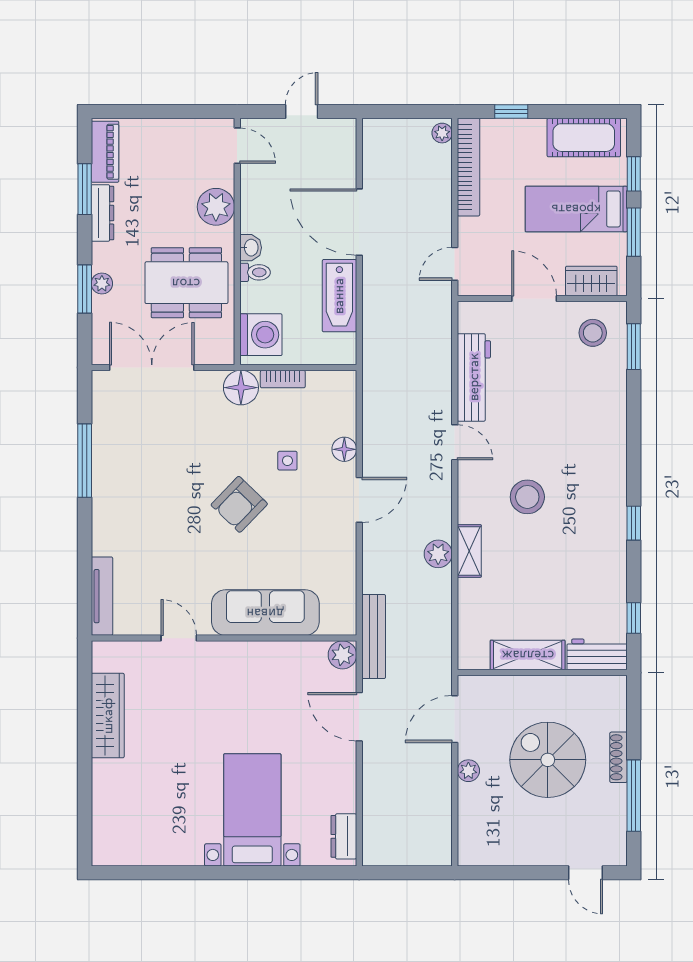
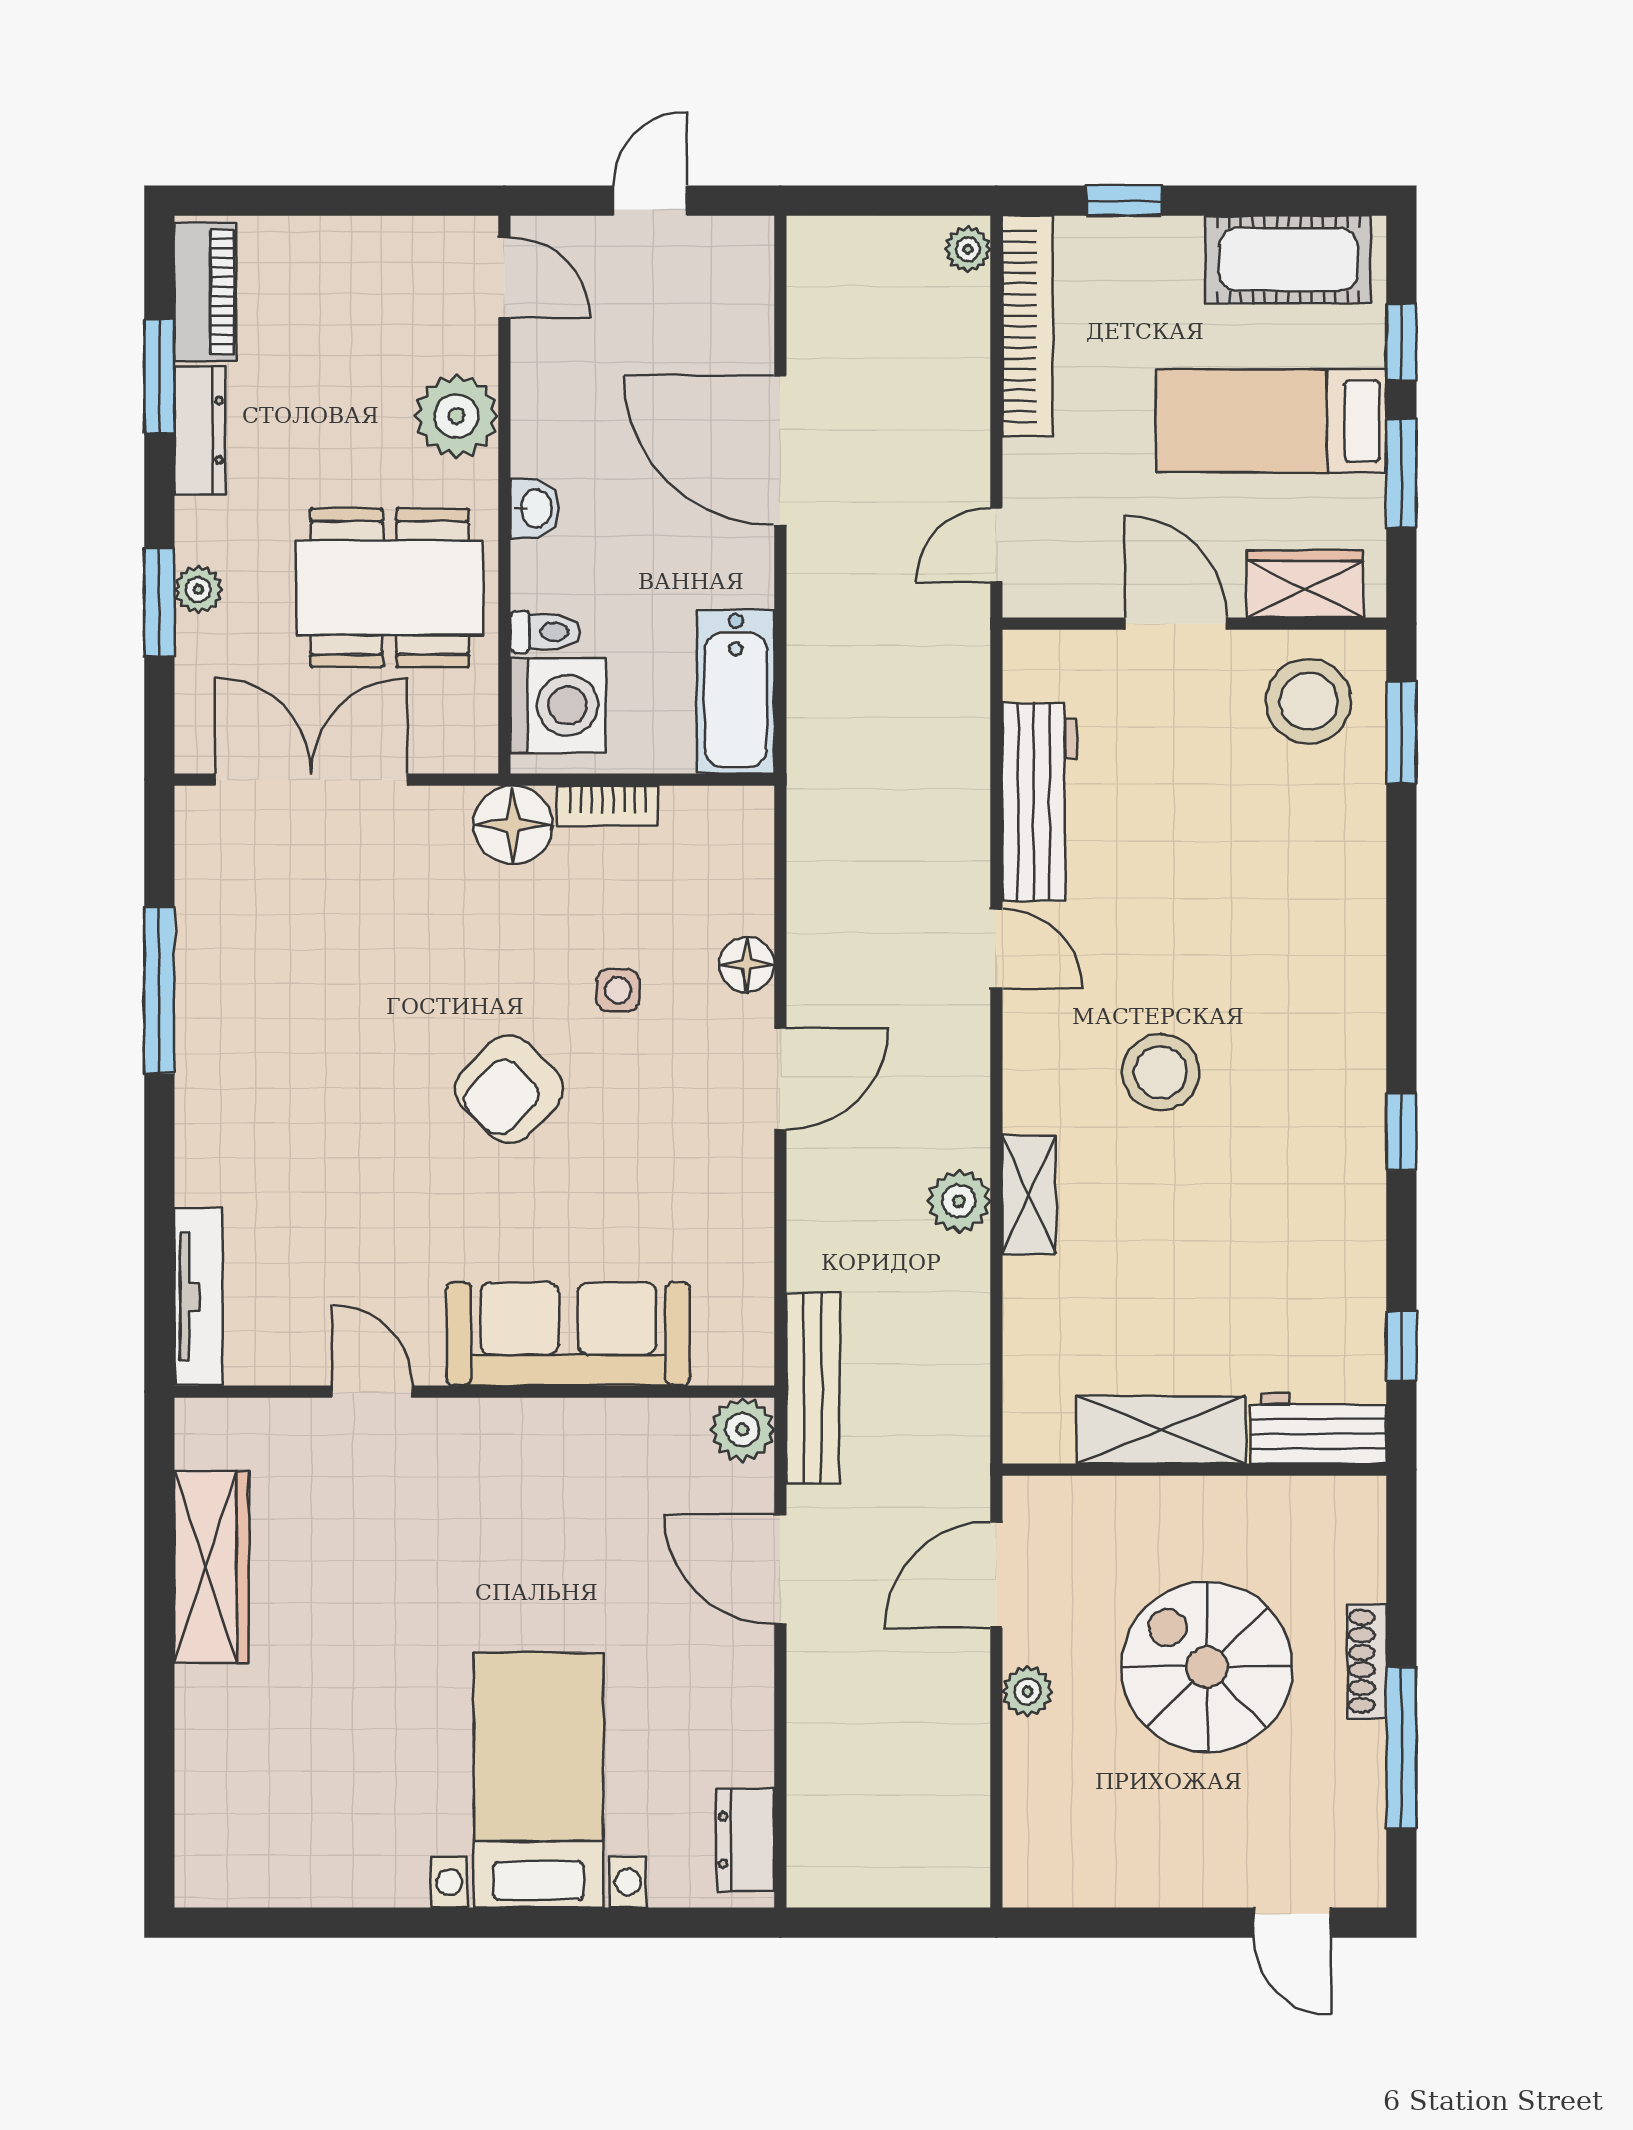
toilet: (255, 272) -> (545, 632), moved
bathtub: (339, 296) -> (736, 691), moved
stool: (593, 333) -> (1309, 701), width x1.38, depth x1.38

